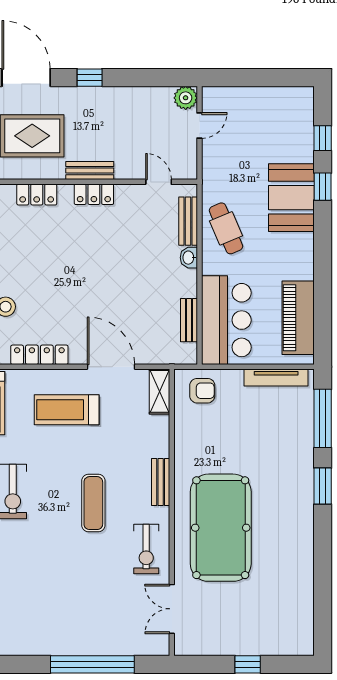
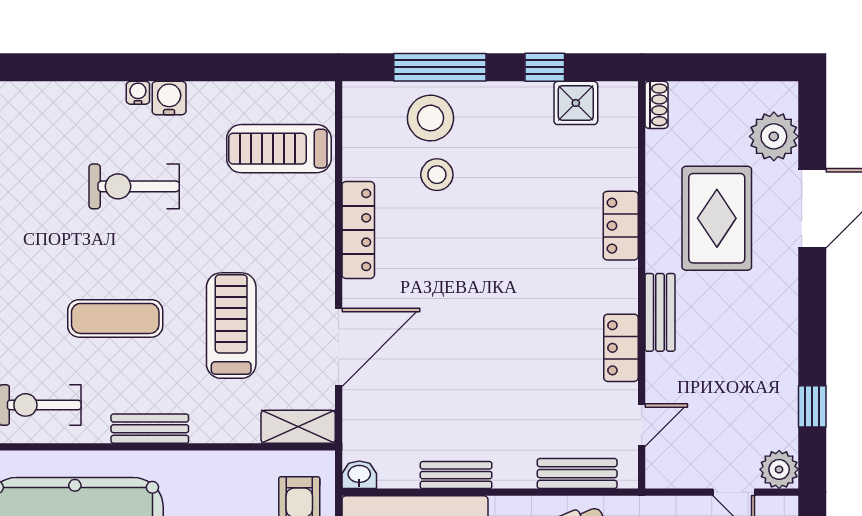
window: (90, 78) -> (812, 406), moved
locker: (94, 194) -> (621, 348), moved
washbasin: (189, 258) -> (359, 475), moved
bench: (189, 320) -> (456, 475), moved
treadmill: (67, 410) -> (231, 326), moved

